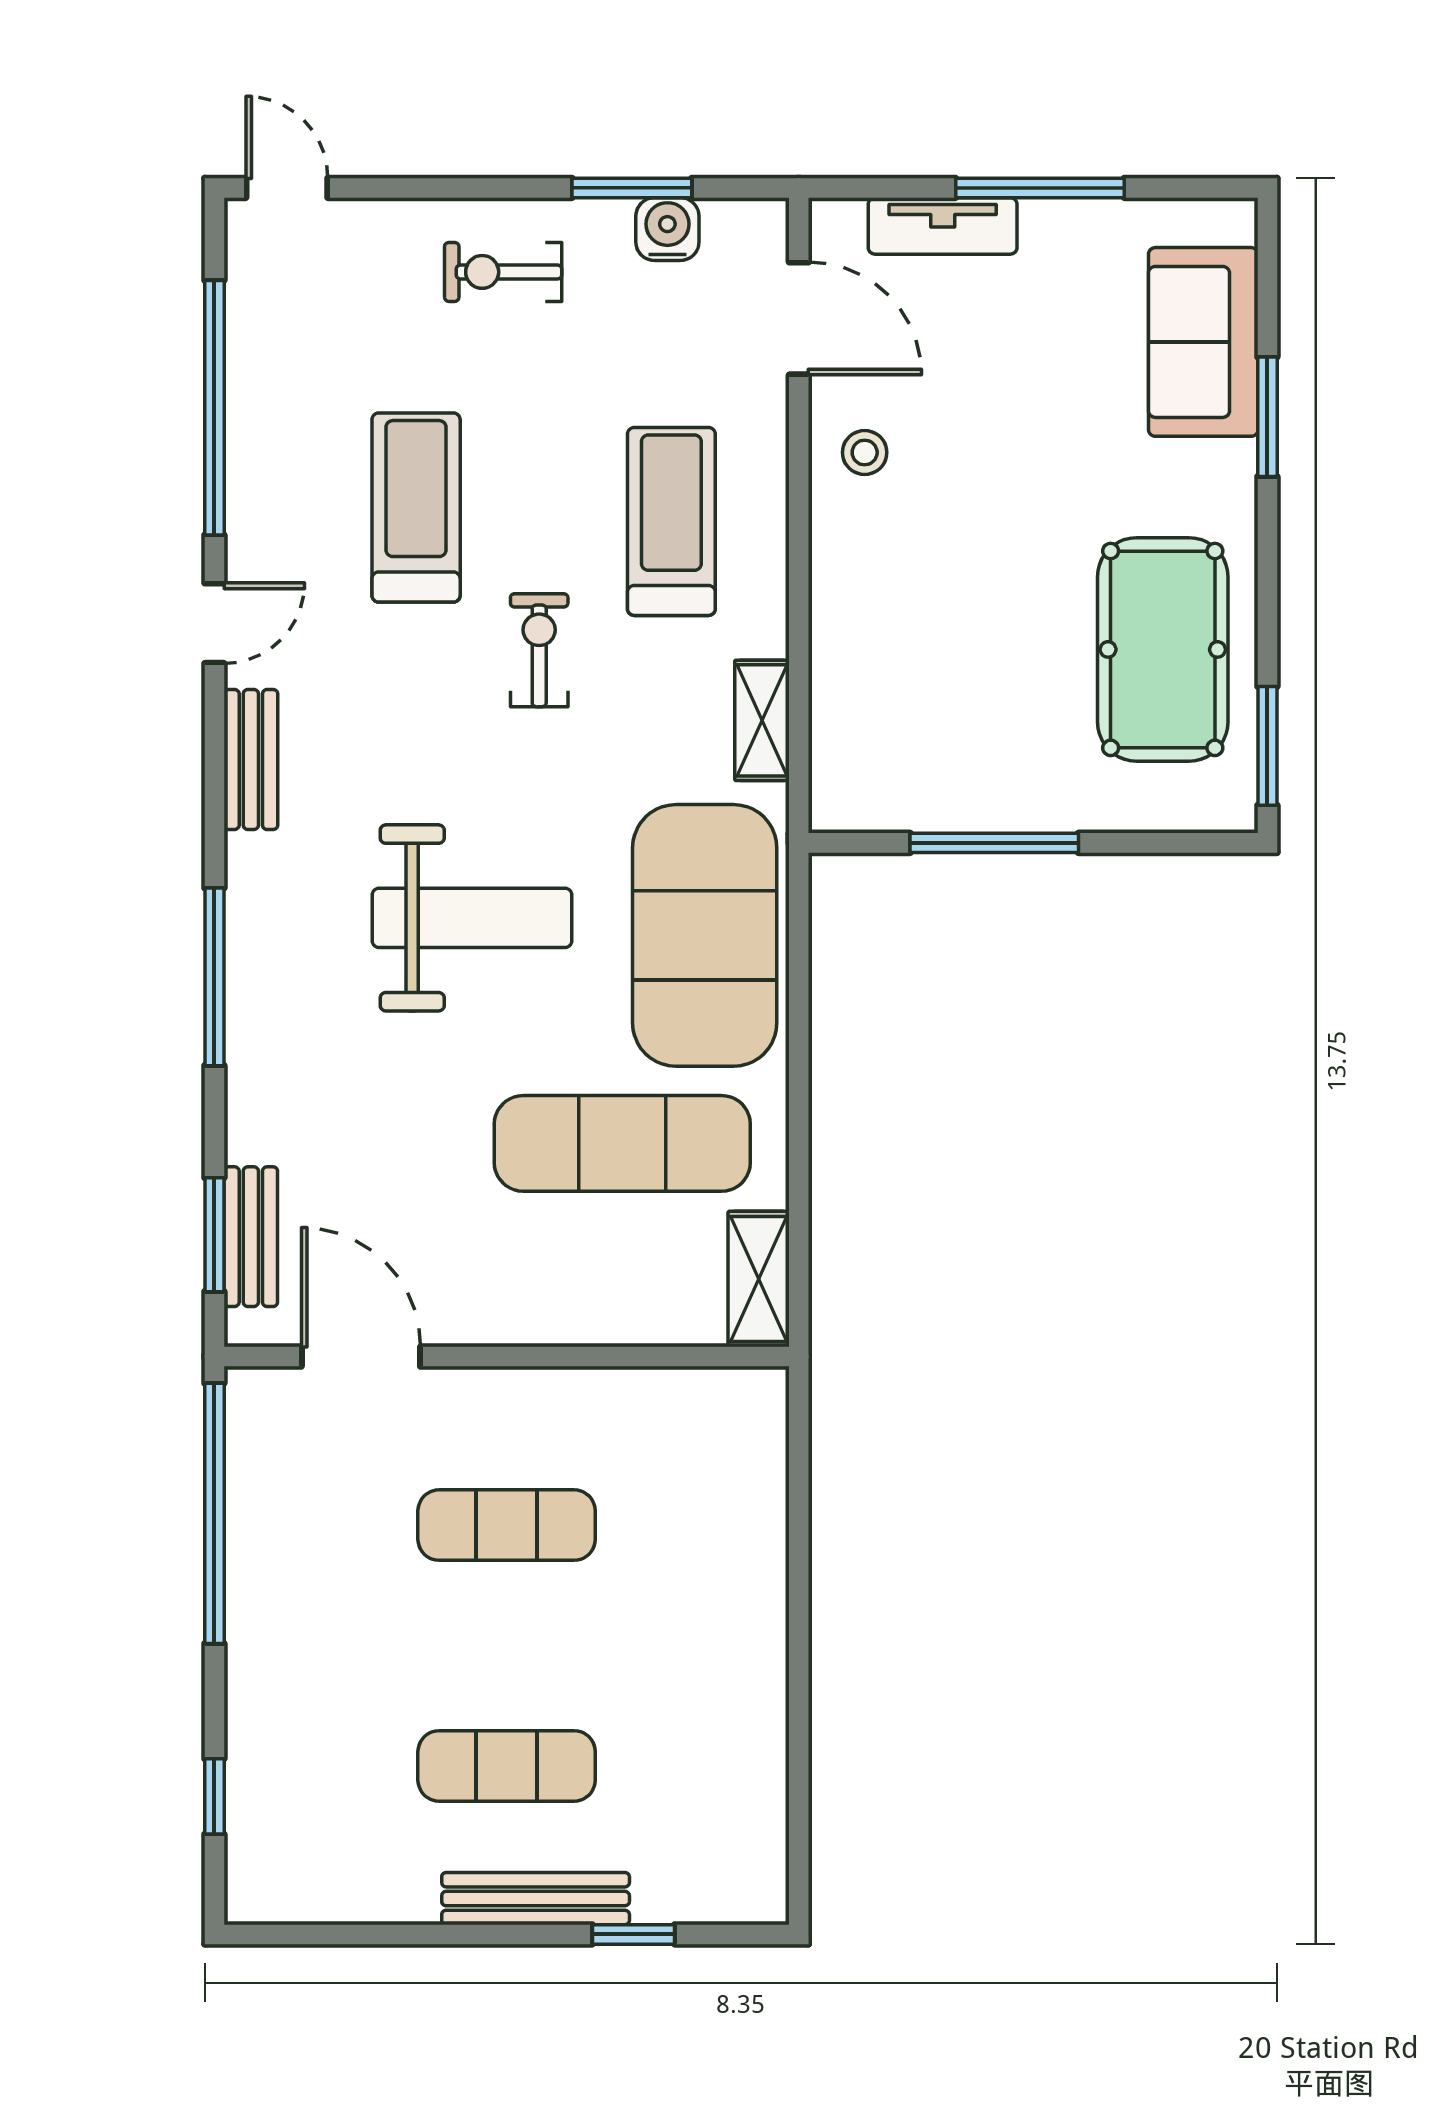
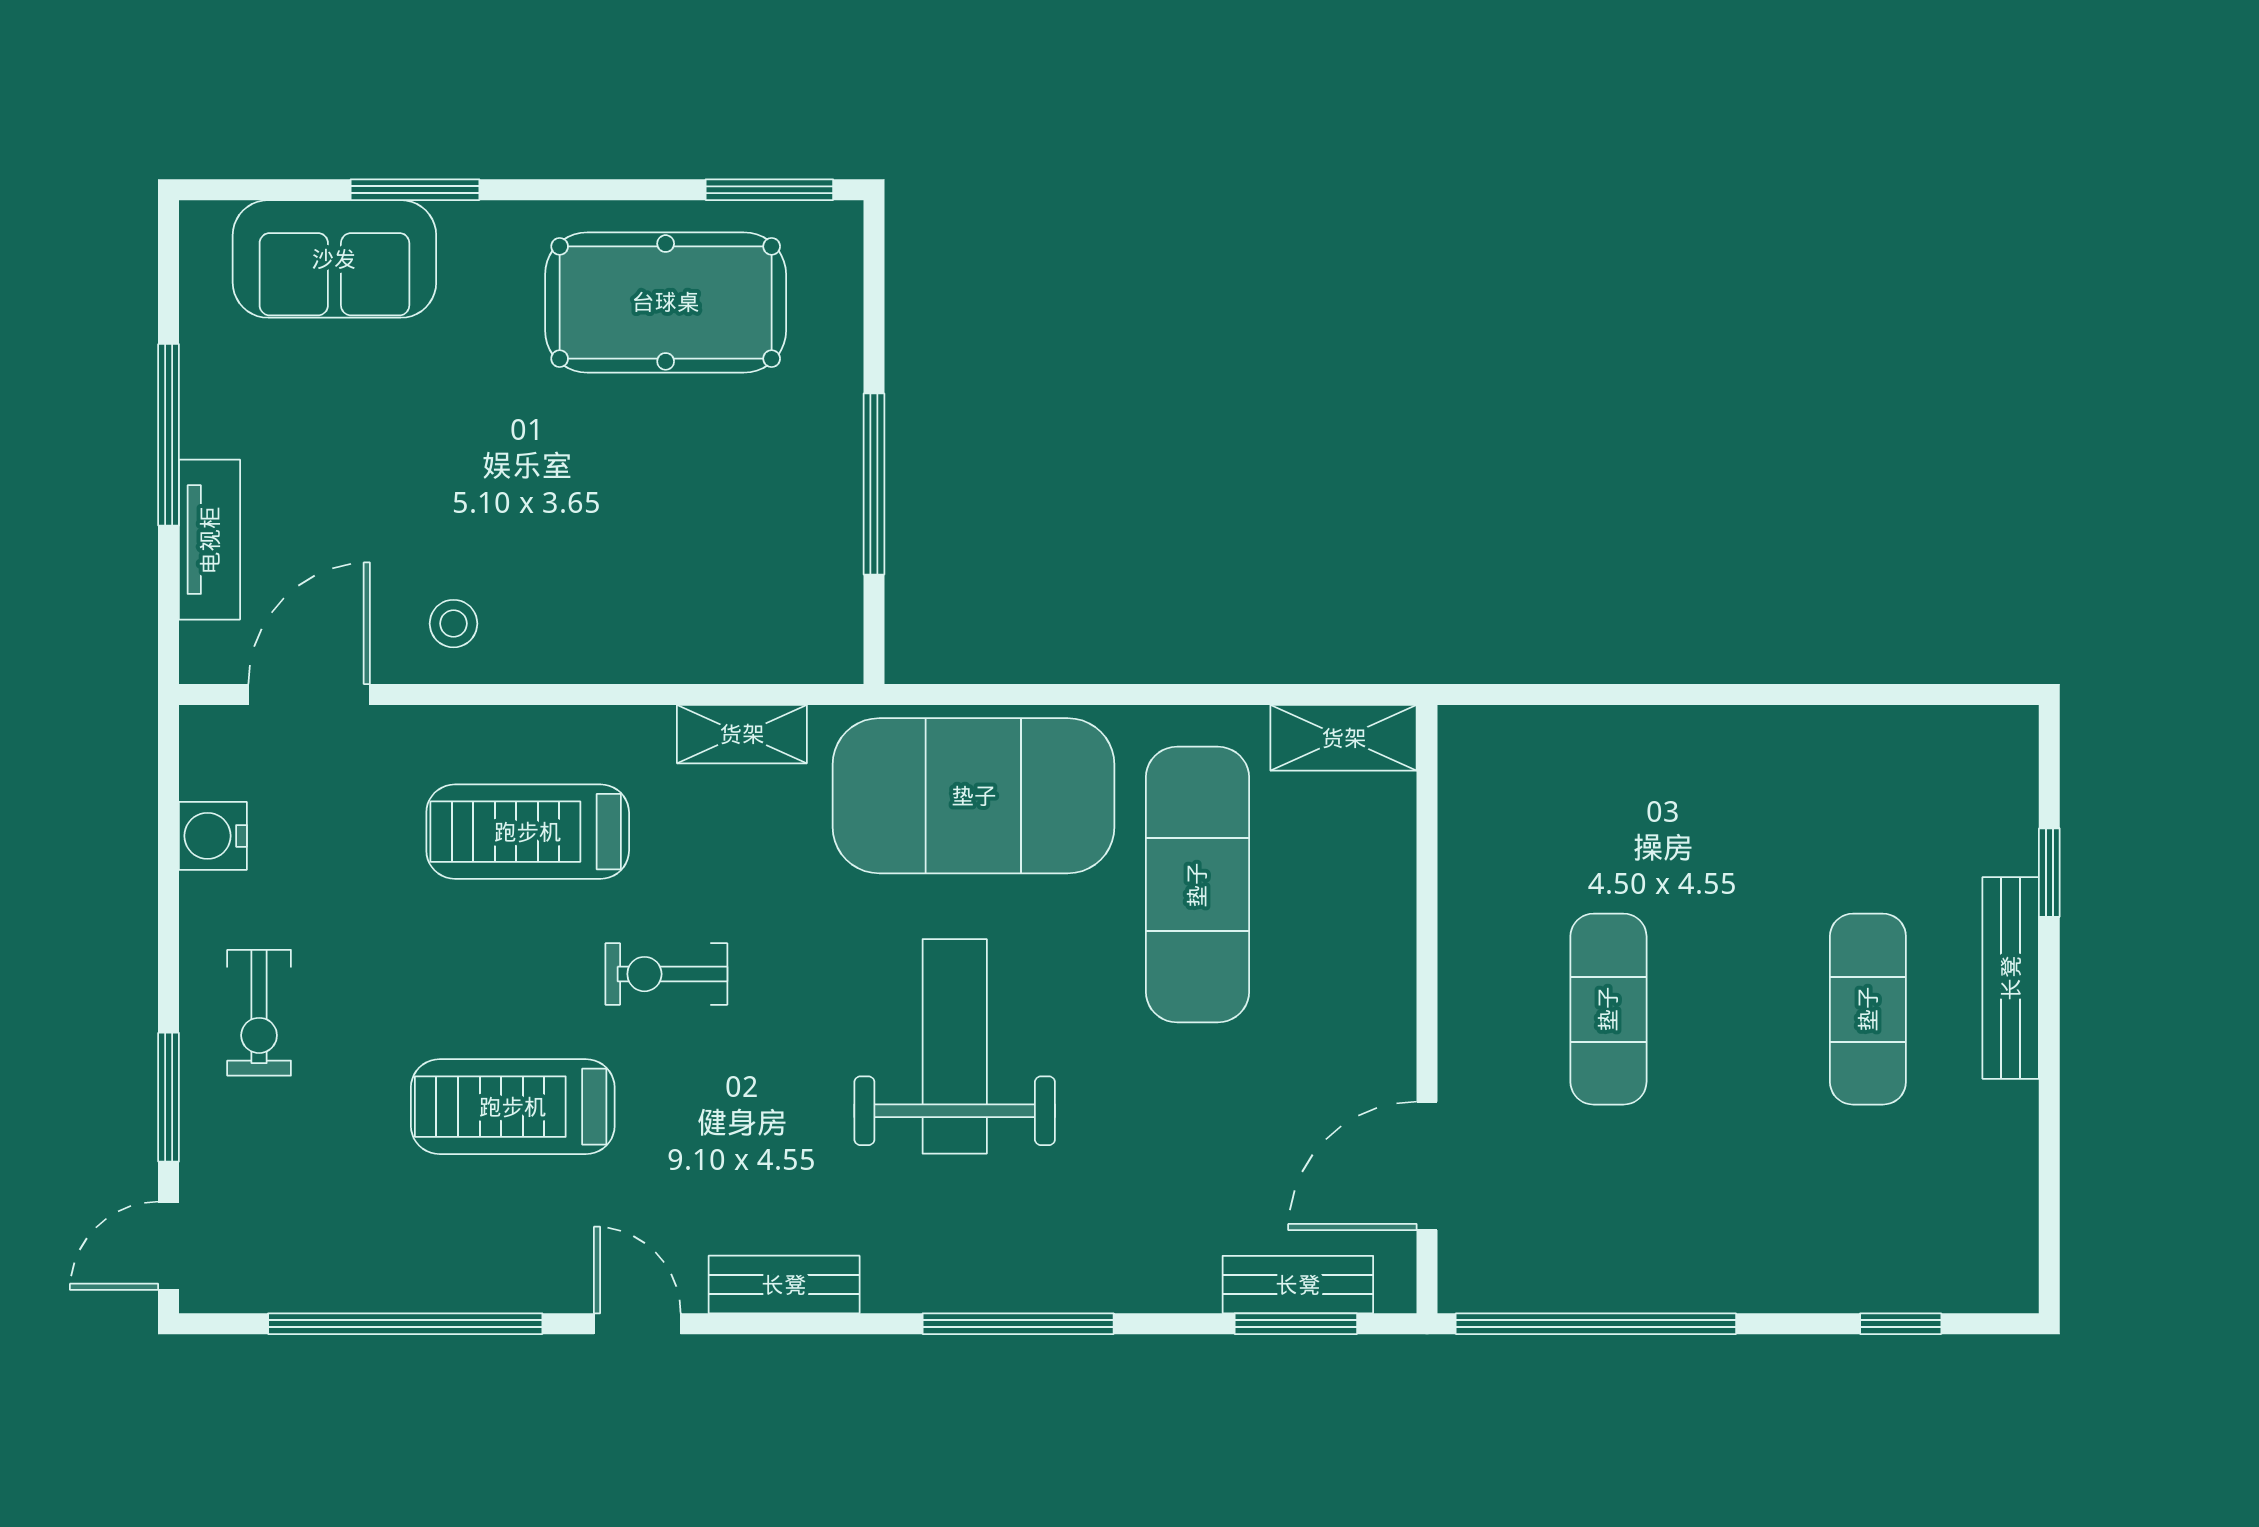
window: (632, 188) -> (169, 1097), moved

